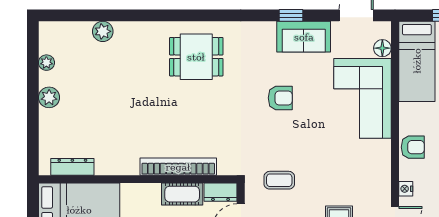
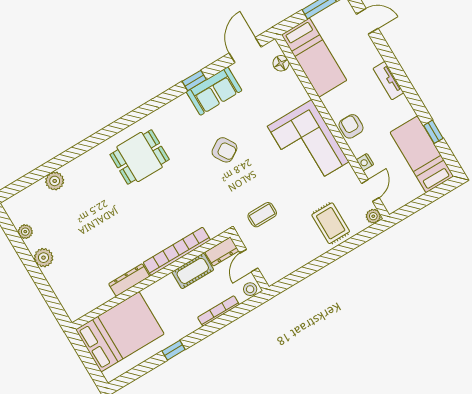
armchair: (280, 98) -> (224, 150), turned 58
corner sofa: (363, 98) -> (308, 144), moved
armchair: (413, 147) -> (351, 126), turned -90
dresser: (72, 167) -> (129, 280), moved

